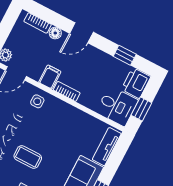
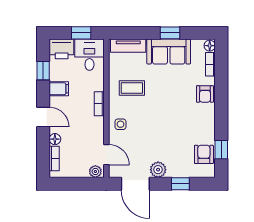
filing cabinet: (50, 77) -> (59, 89), moved, turned 180
coffee table: (28, 157) -> (132, 88), moved, turned 90

